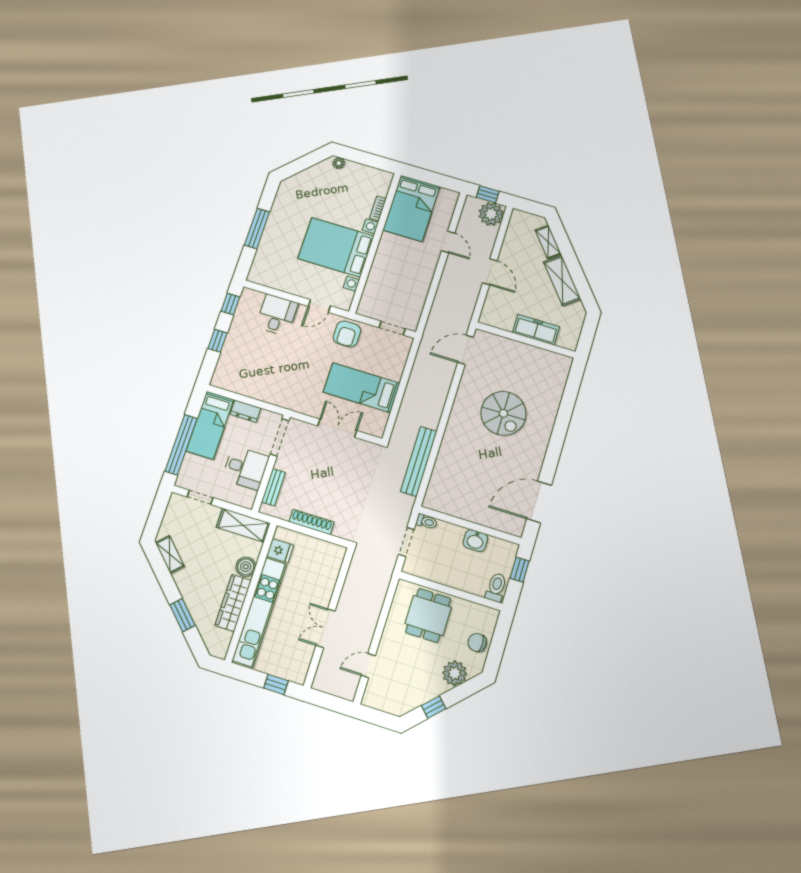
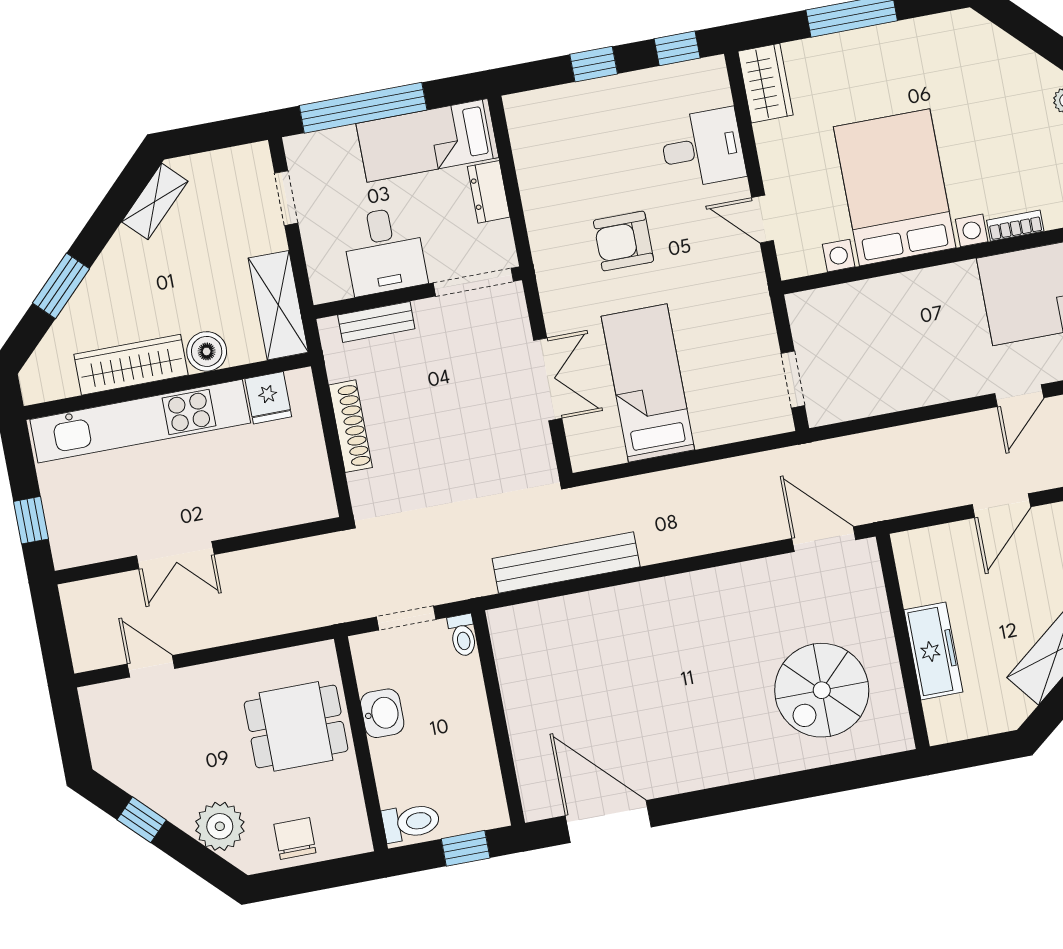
wardrobe: (265, 276) -> (766, 83), added
armchair: (347, 334) -> (623, 241), moved
spiral stairs: (503, 413) -> (822, 690), moved
washbasin: (475, 541) -> (382, 713), moved, turned 180
double door: (326, 628) -> (175, 555), swing flipped

